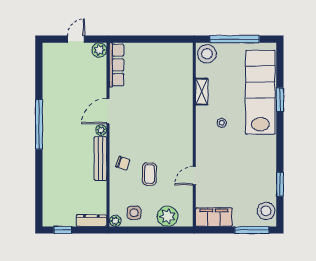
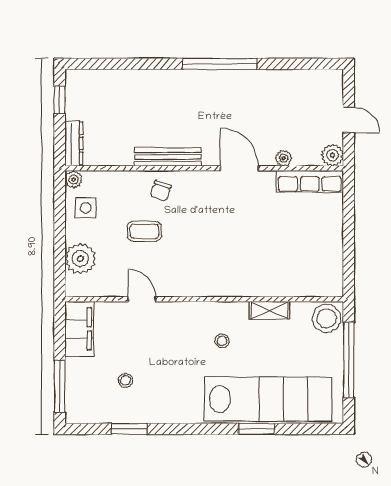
plant: (101, 130) -> (284, 158), moved
stool: (266, 211) -> (125, 380), moved, width x0.53, depth x0.53

